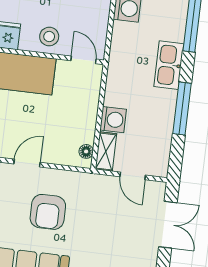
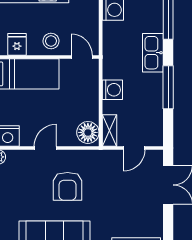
washing machine: (113, 120) -> (112, 90), moved
floor lamp: (86, 151) -> (88, 132), width x1.89, depth x1.89
door: (133, 176) -> (134, 148), hinge flipped

